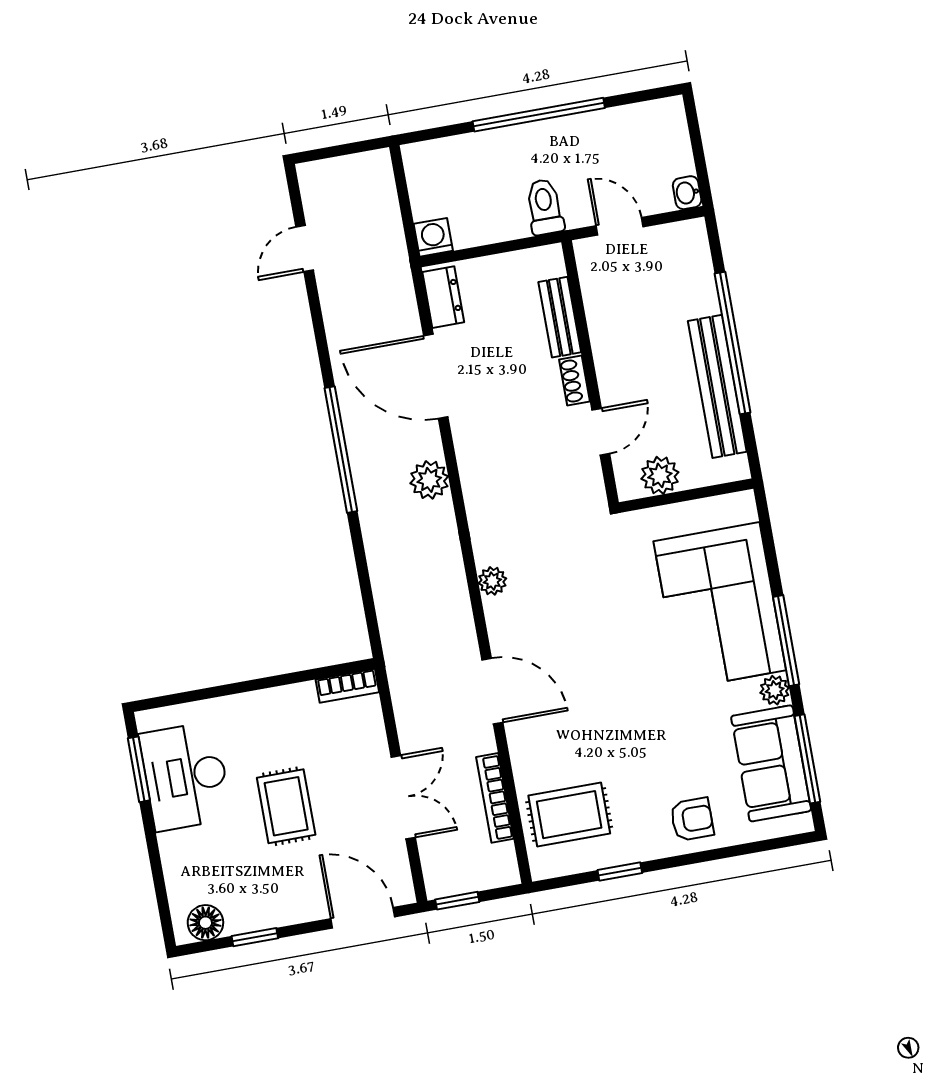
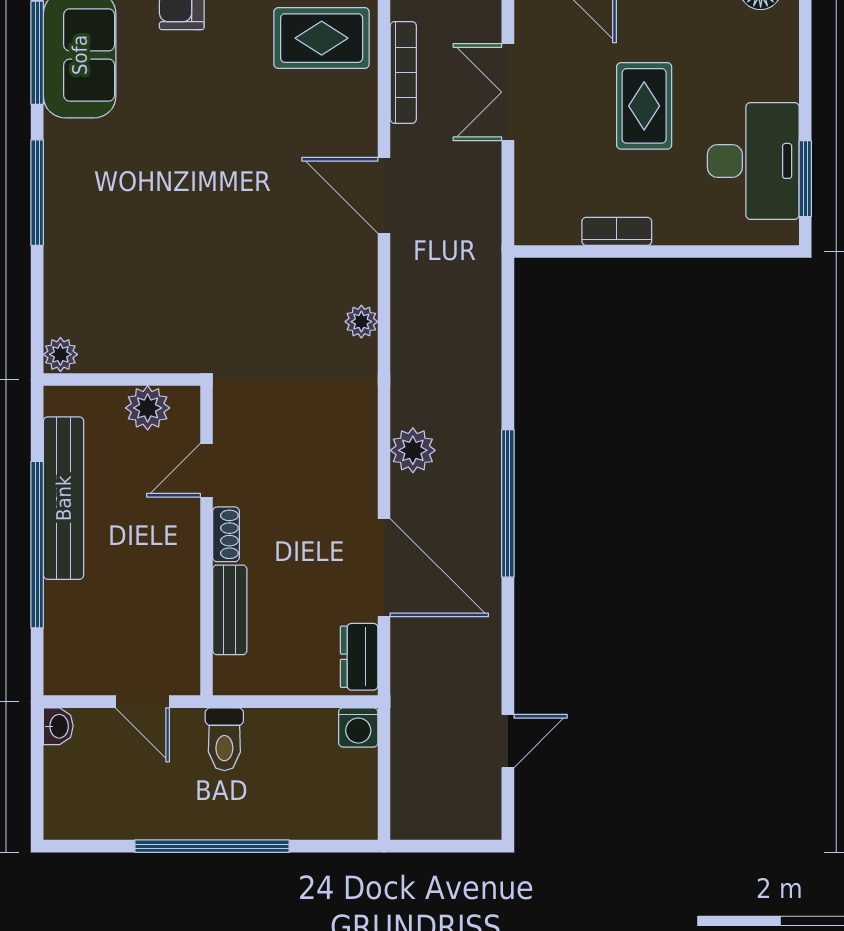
corner sofa: (720, 606) -> (106, 246), removed
bookcase: (347, 686) -> (617, 231), moved
plant: (775, 690) -> (60, 354), moved

